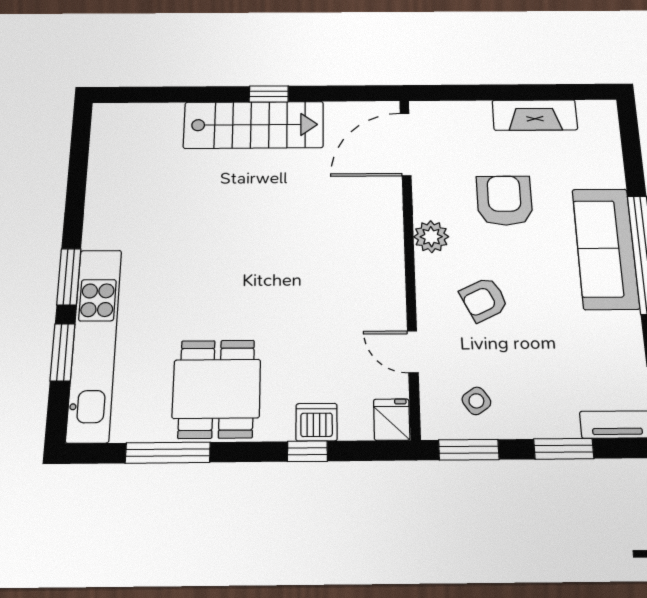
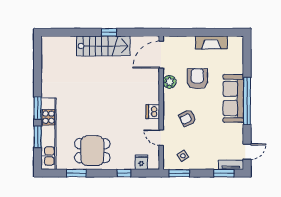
plant: (431, 237) -> (169, 82), moved
dining table: (217, 389) -> (92, 151), turned 90
fridge: (392, 420) -> (141, 162), moved
dishwasher: (317, 422) -> (153, 112), moved, turned -90
window: (564, 449) -> (224, 173), moved
window: (168, 453) -> (76, 173), width x0.69

